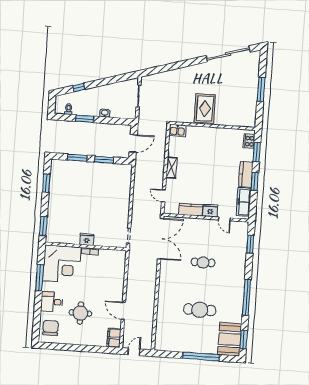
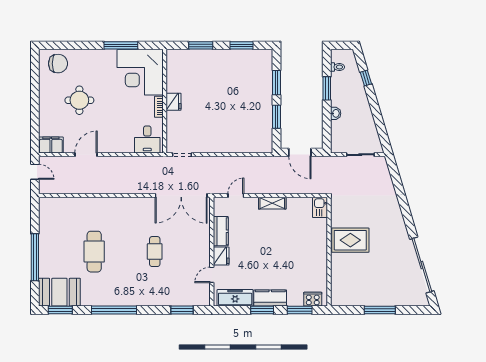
window: (43, 226) -> (201, 45), moved
desk: (52, 302) -> (147, 140), moved, turned 180

